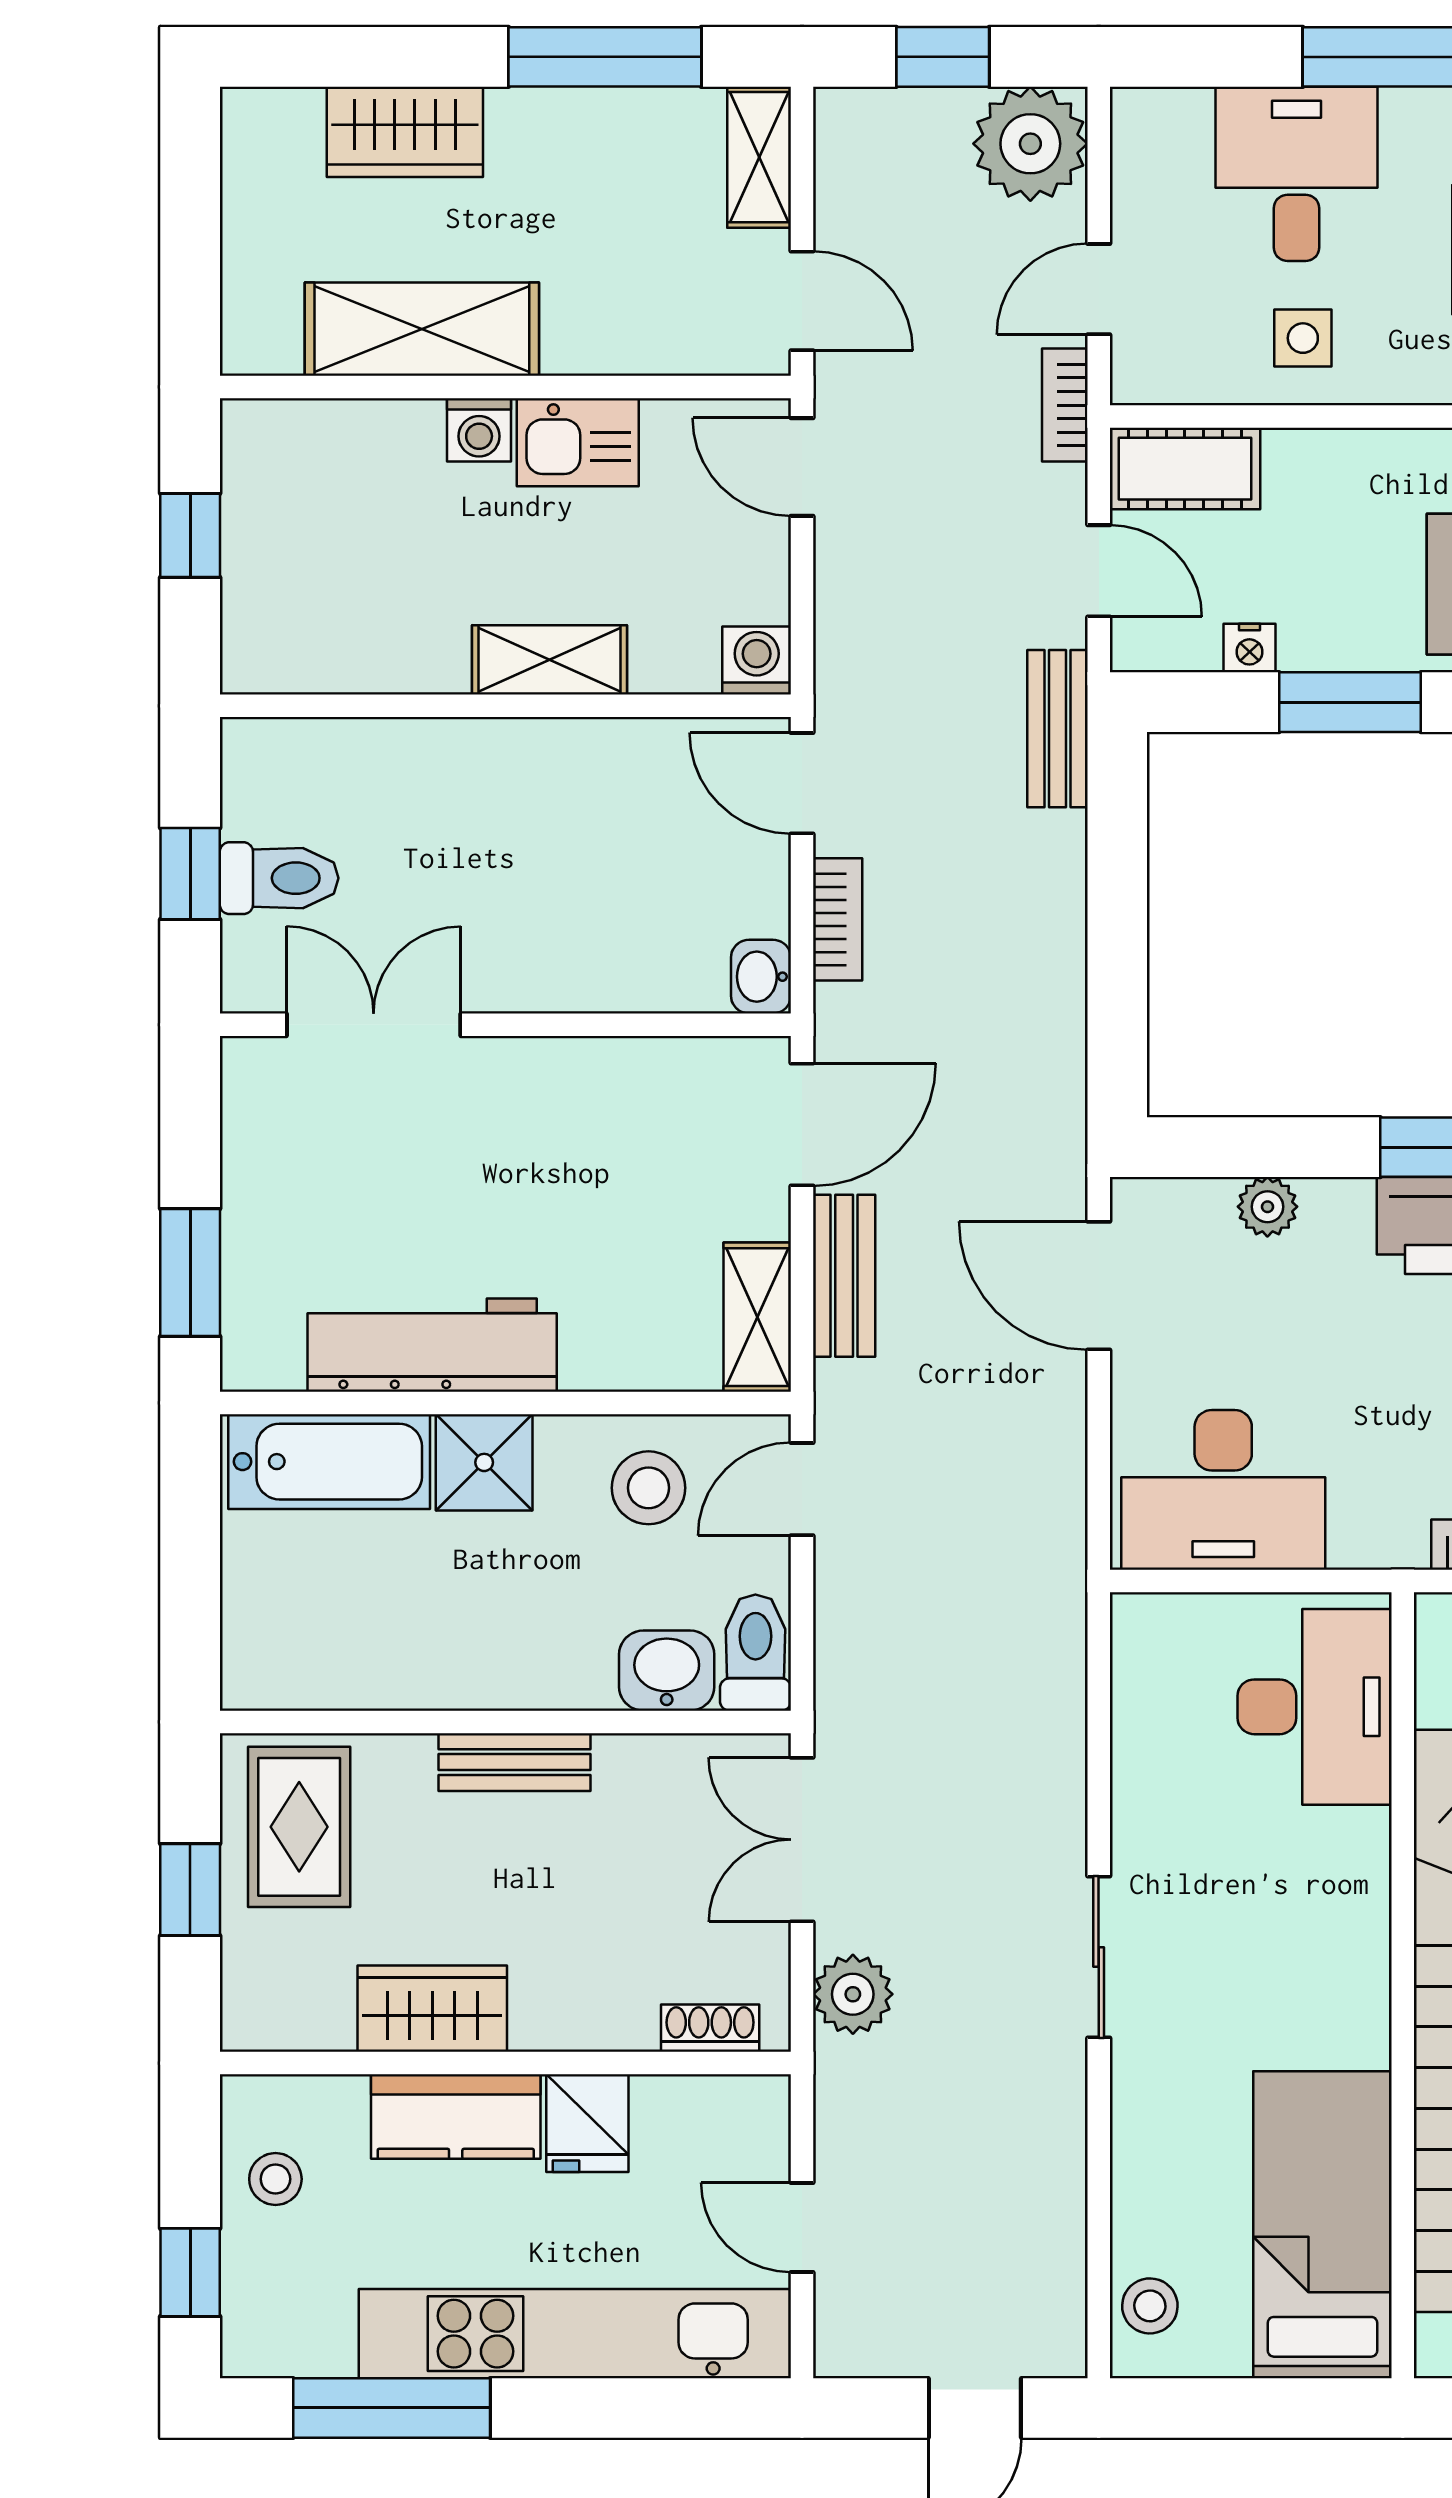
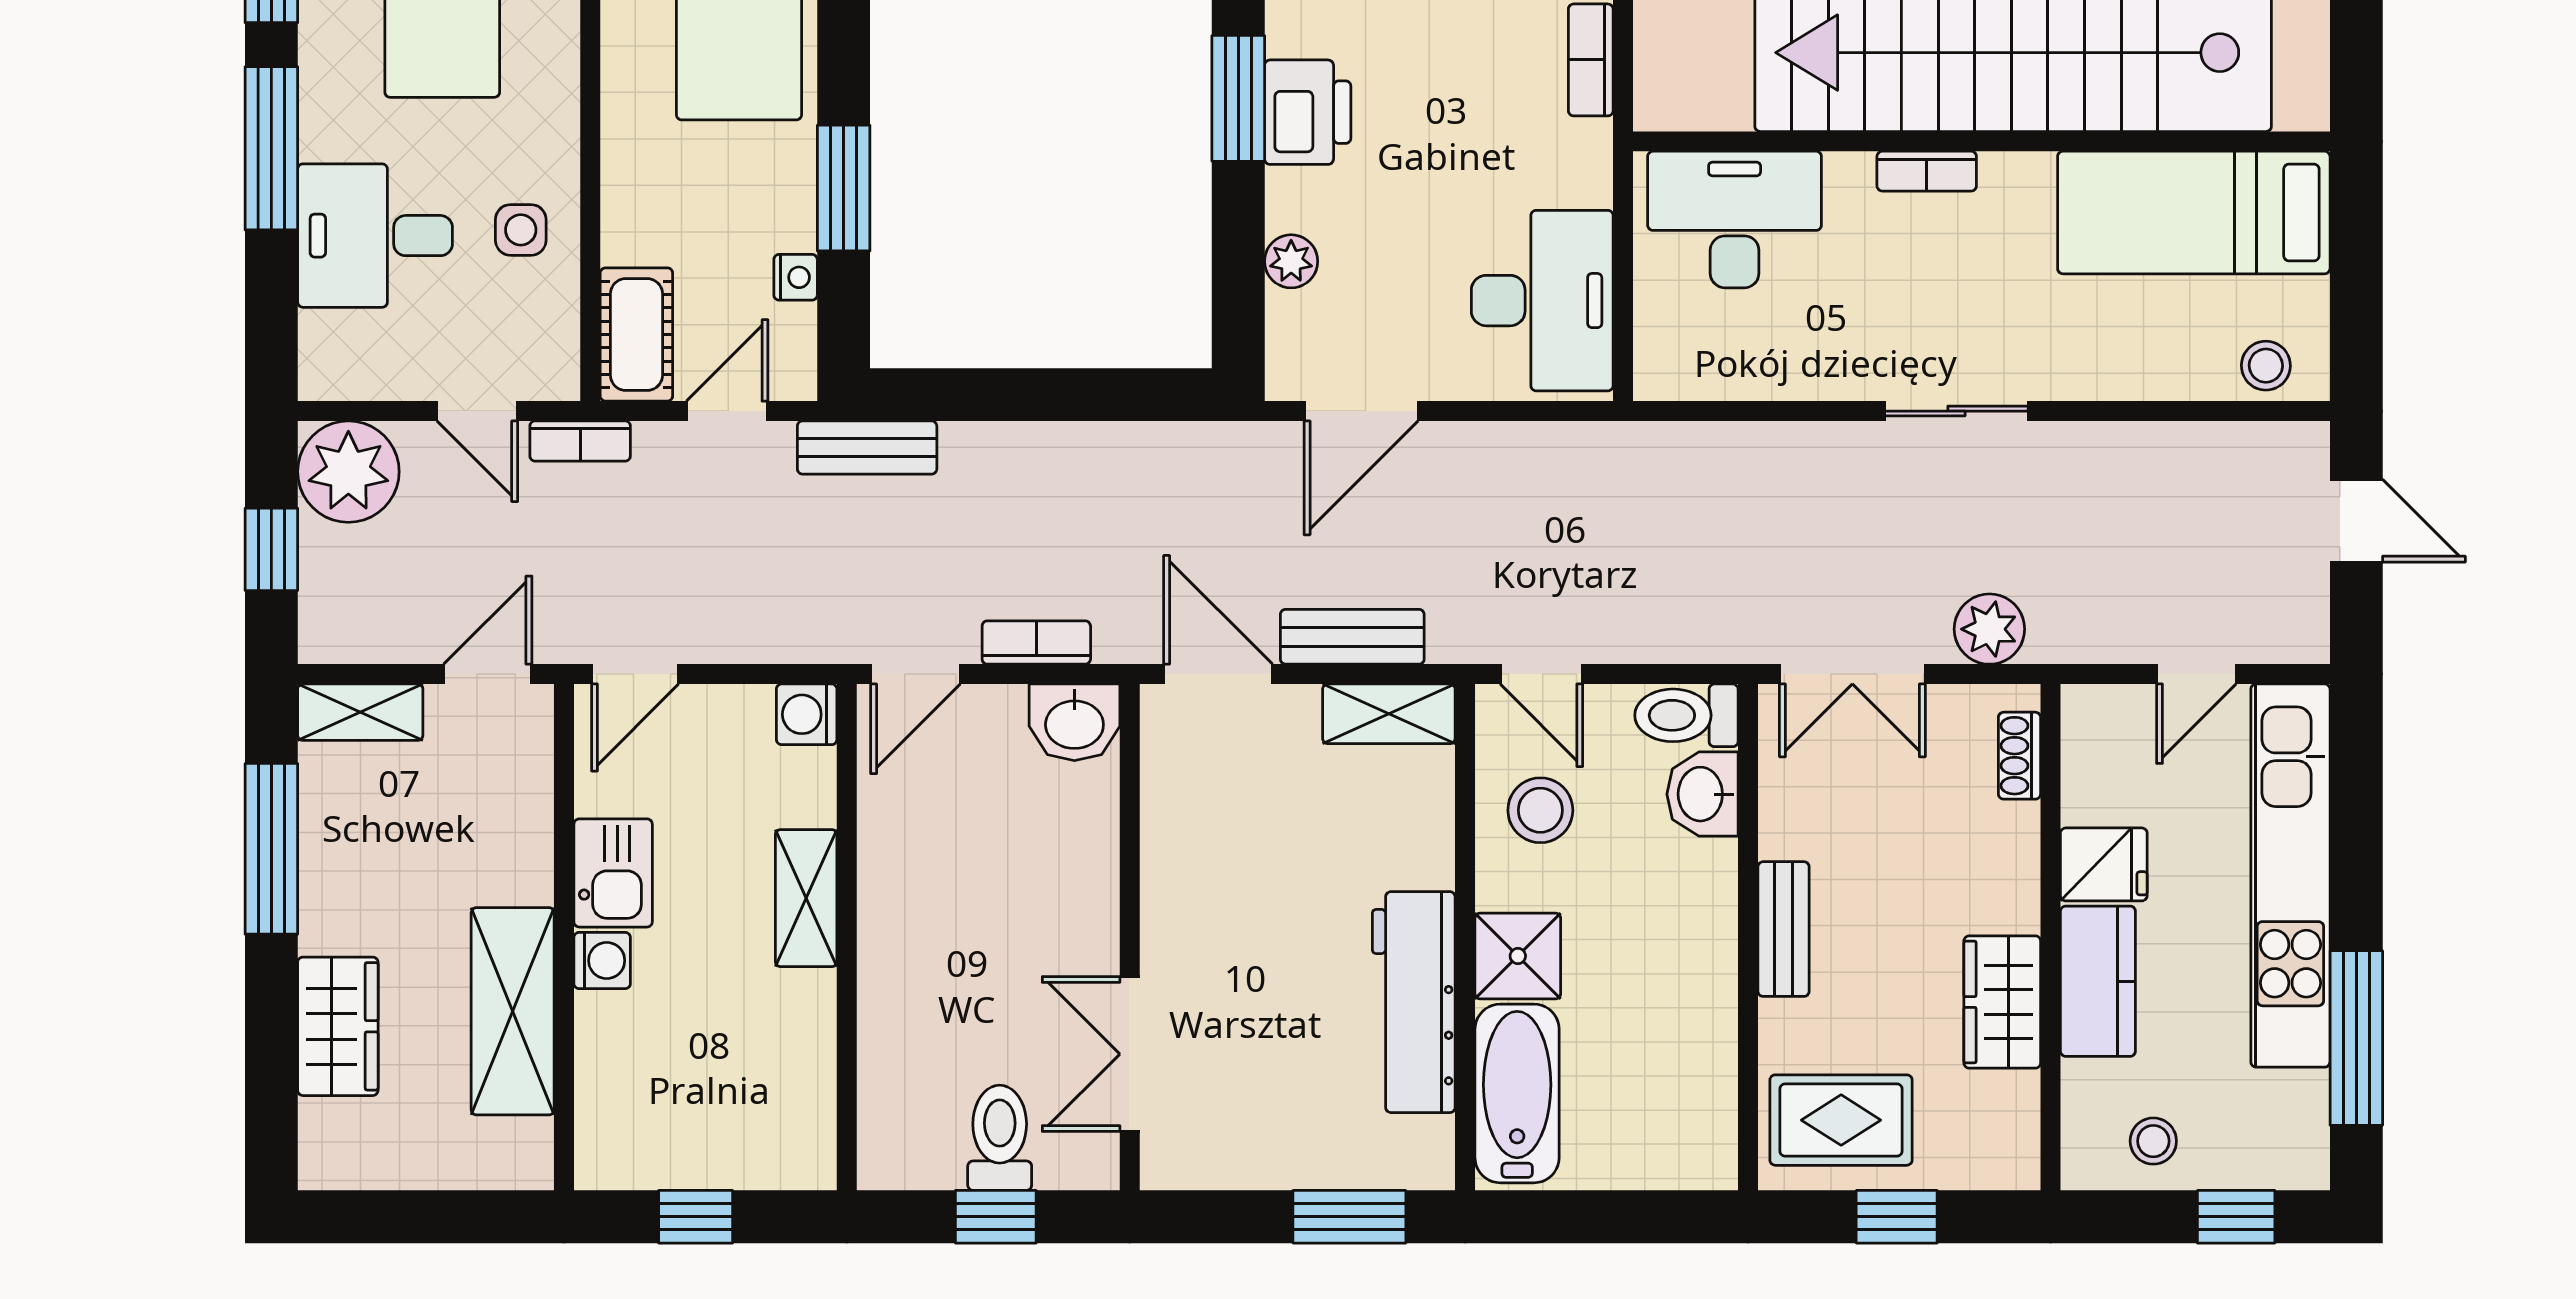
washbasin: (761, 977) -> (1074, 722), width x1.38, depth x1.45
bookcase: (1369, 1924) -> (1927, 171), added

